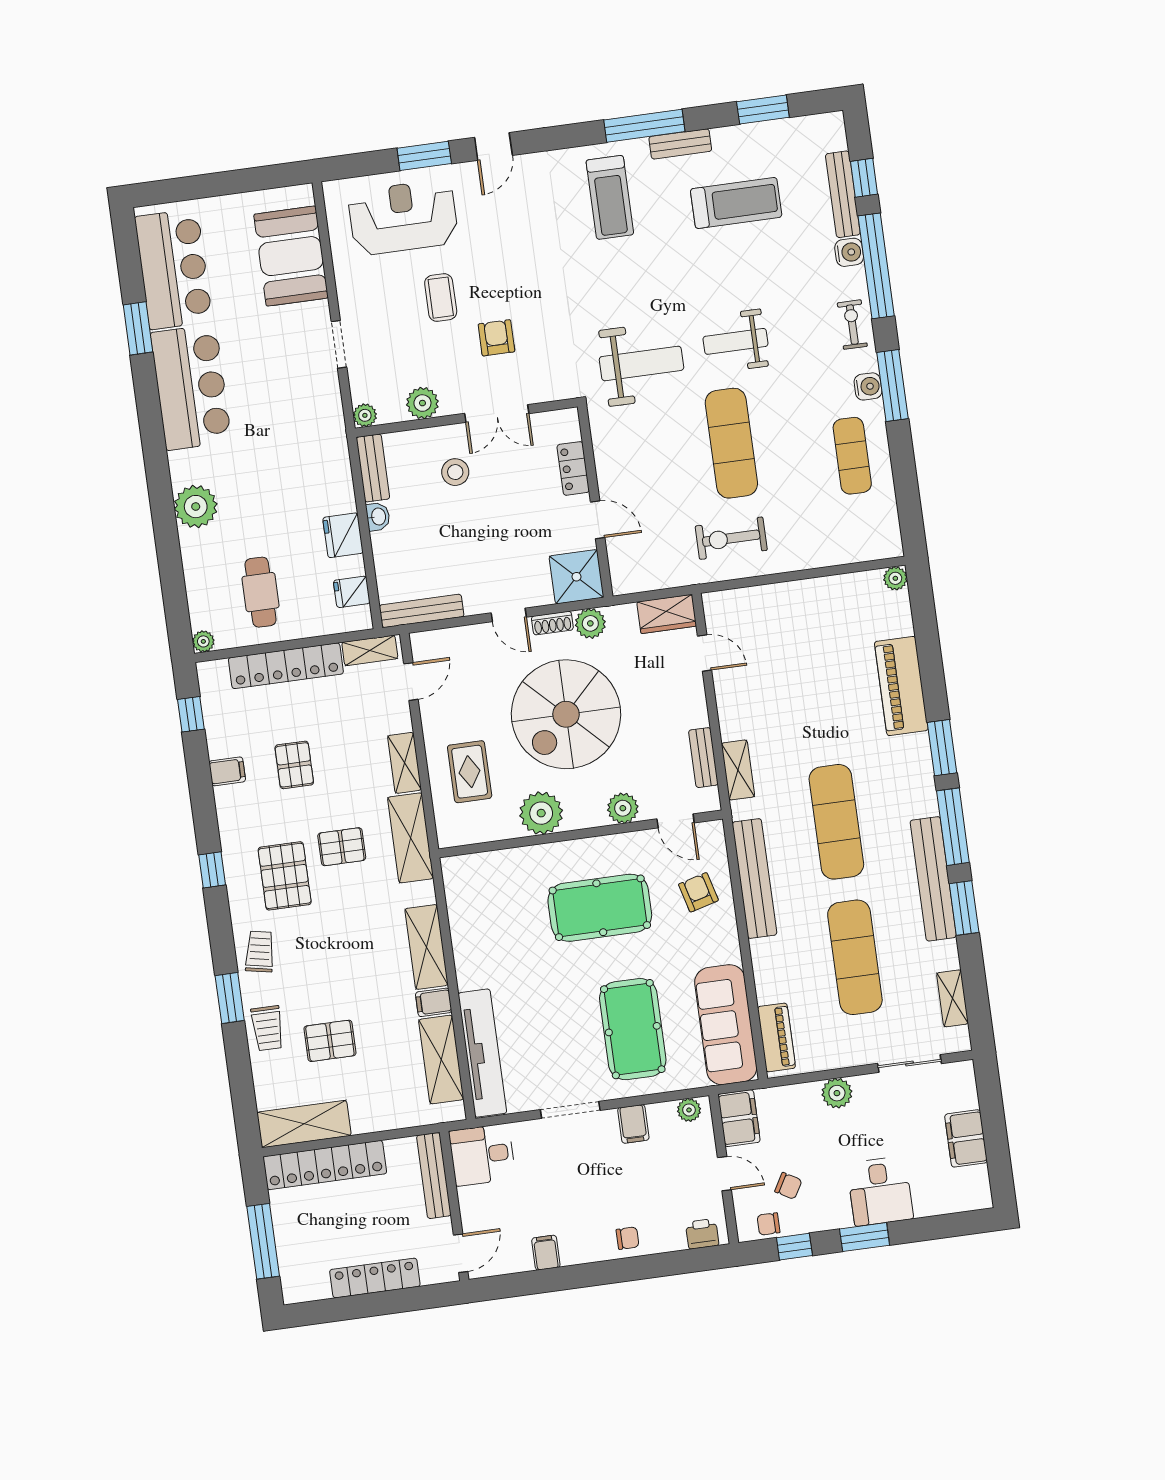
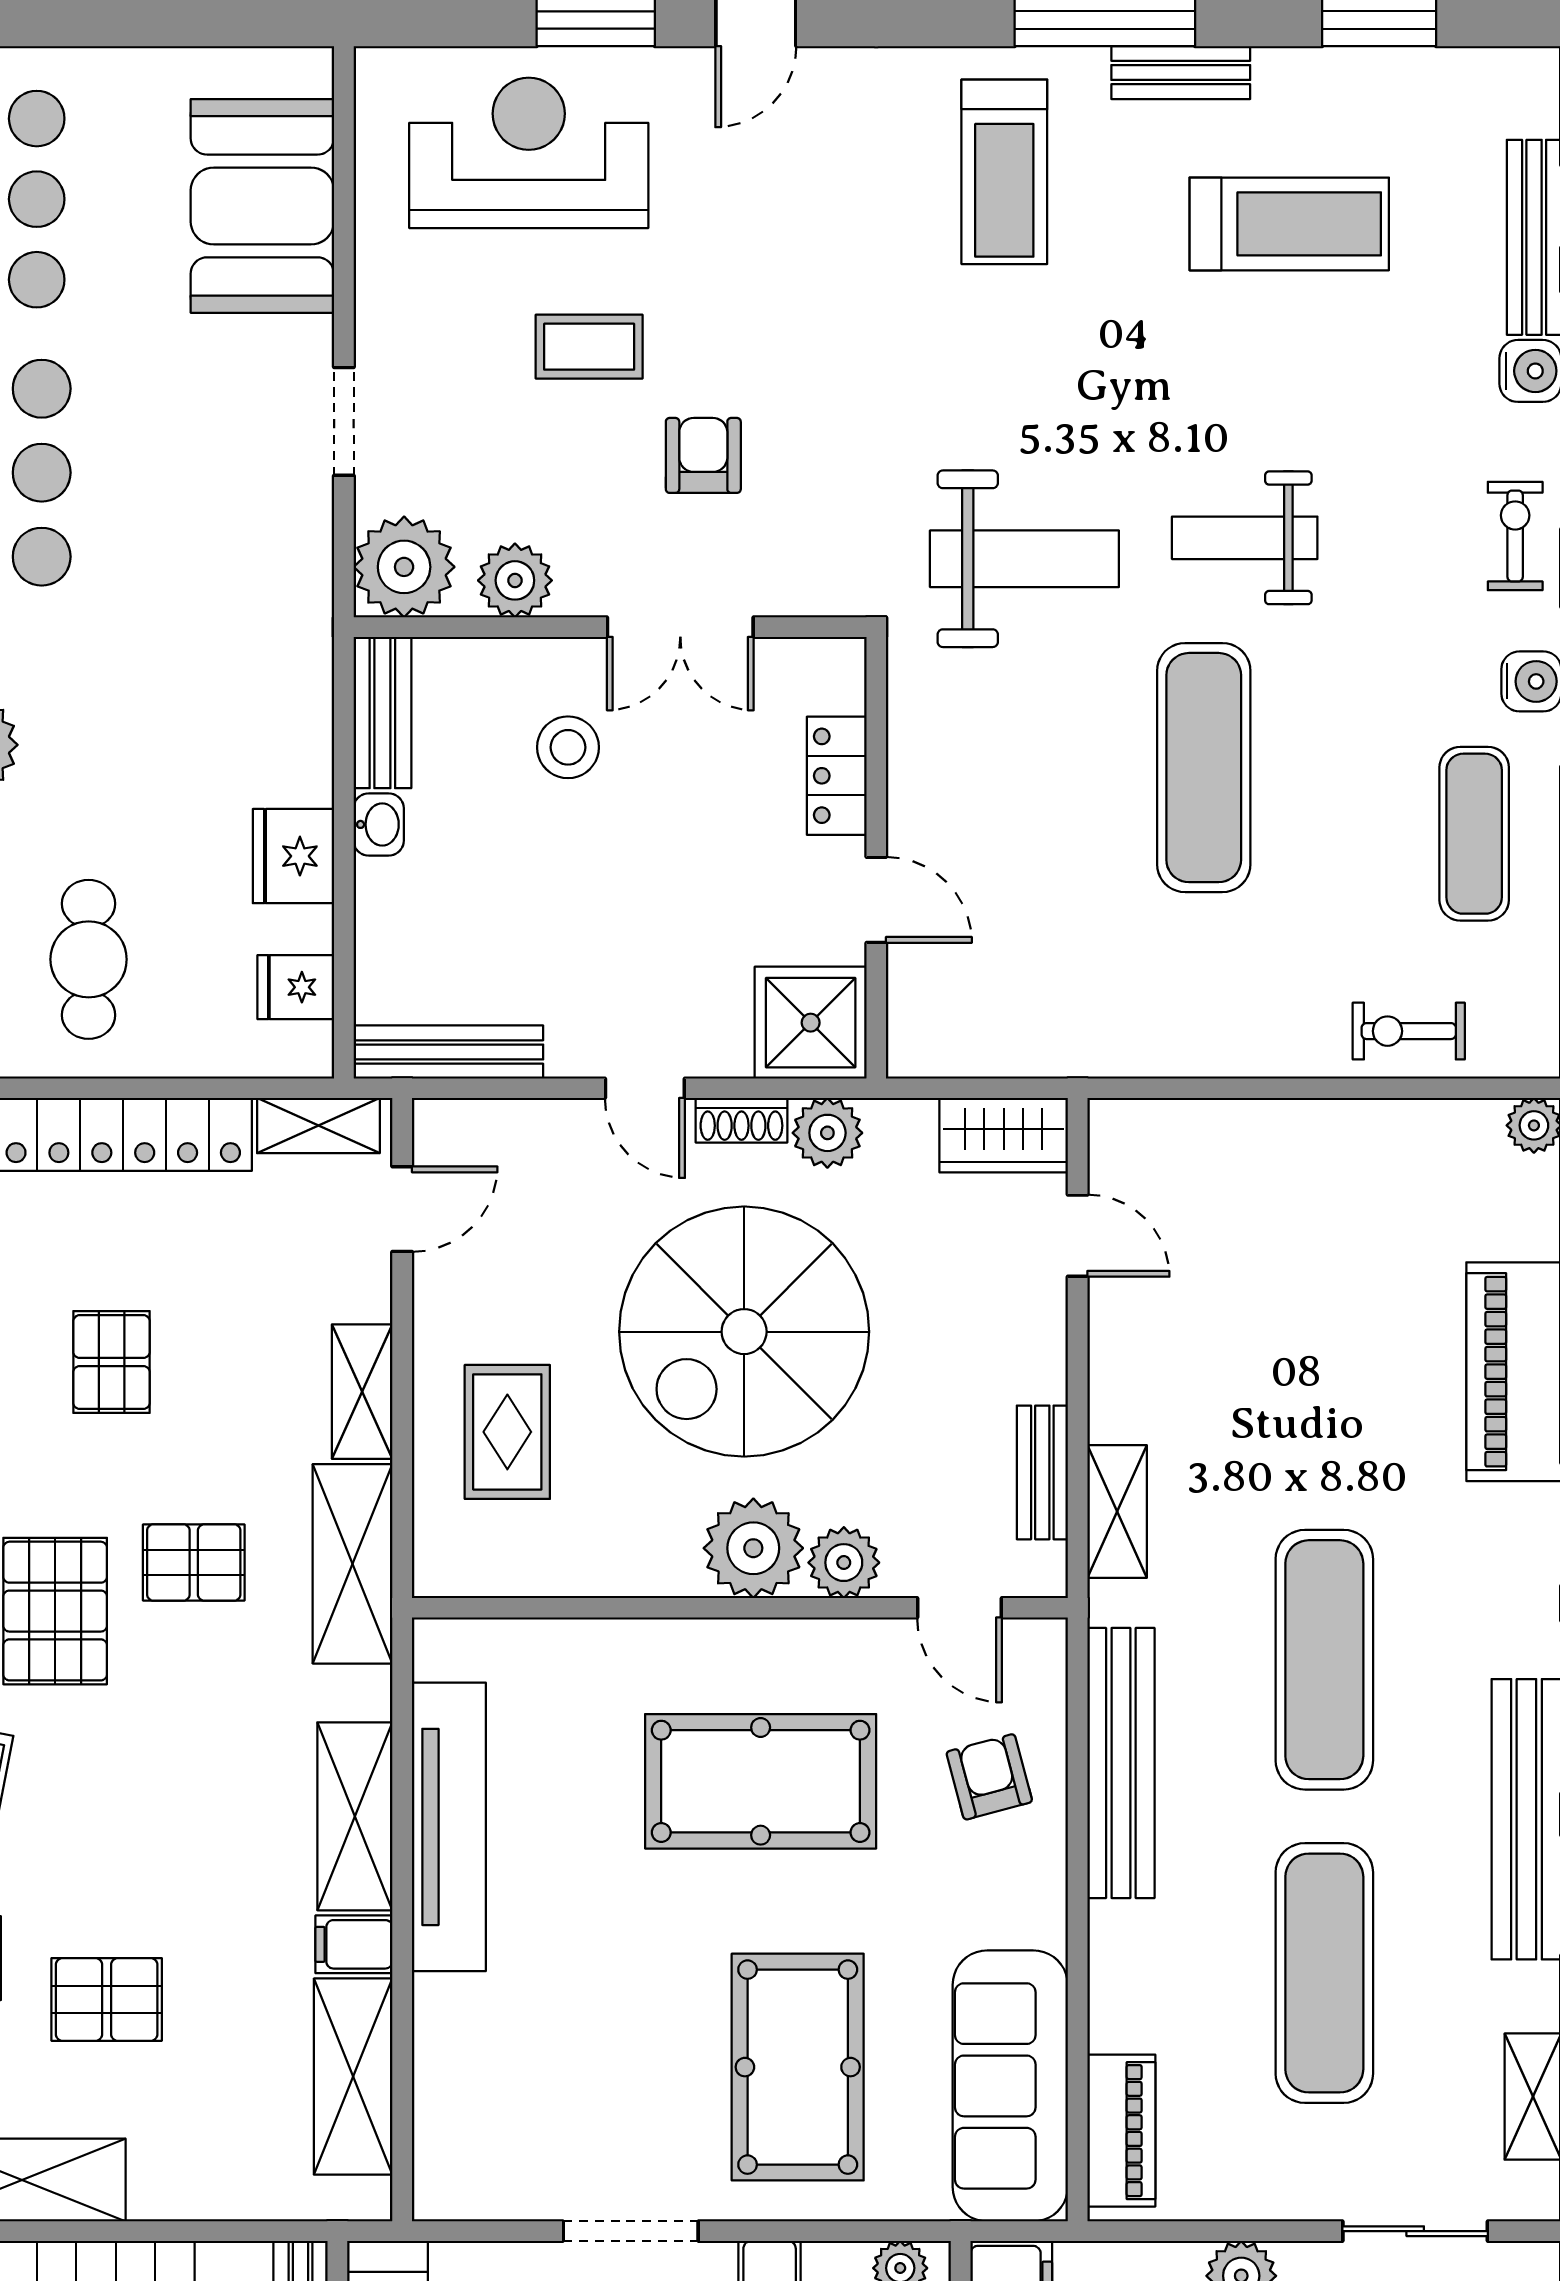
coffee table: (441, 298) -> (589, 347), turned 90
plant: (365, 415) -> (404, 567), width x1.87, depth x1.87
exercise bike: (731, 538) -> (1409, 1031), moved, width x0.73, depth x0.72
plant: (541, 813) -> (753, 1548), moved
tv unit: (482, 1053) -> (449, 1827), moved

